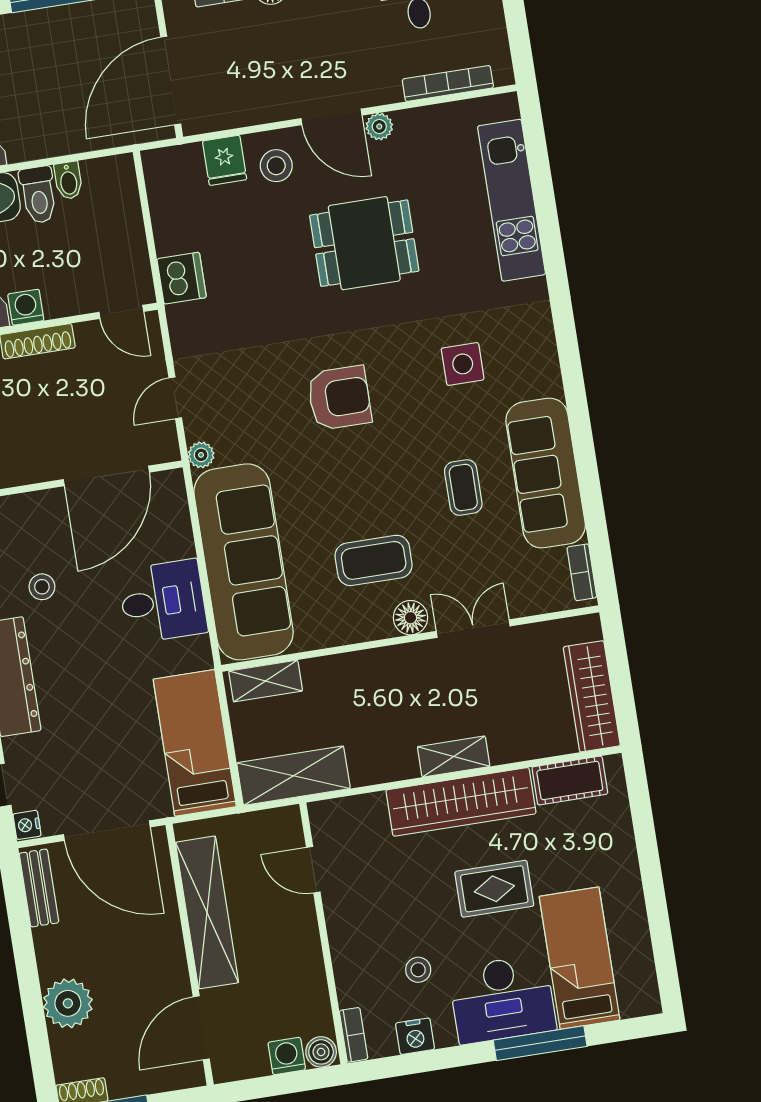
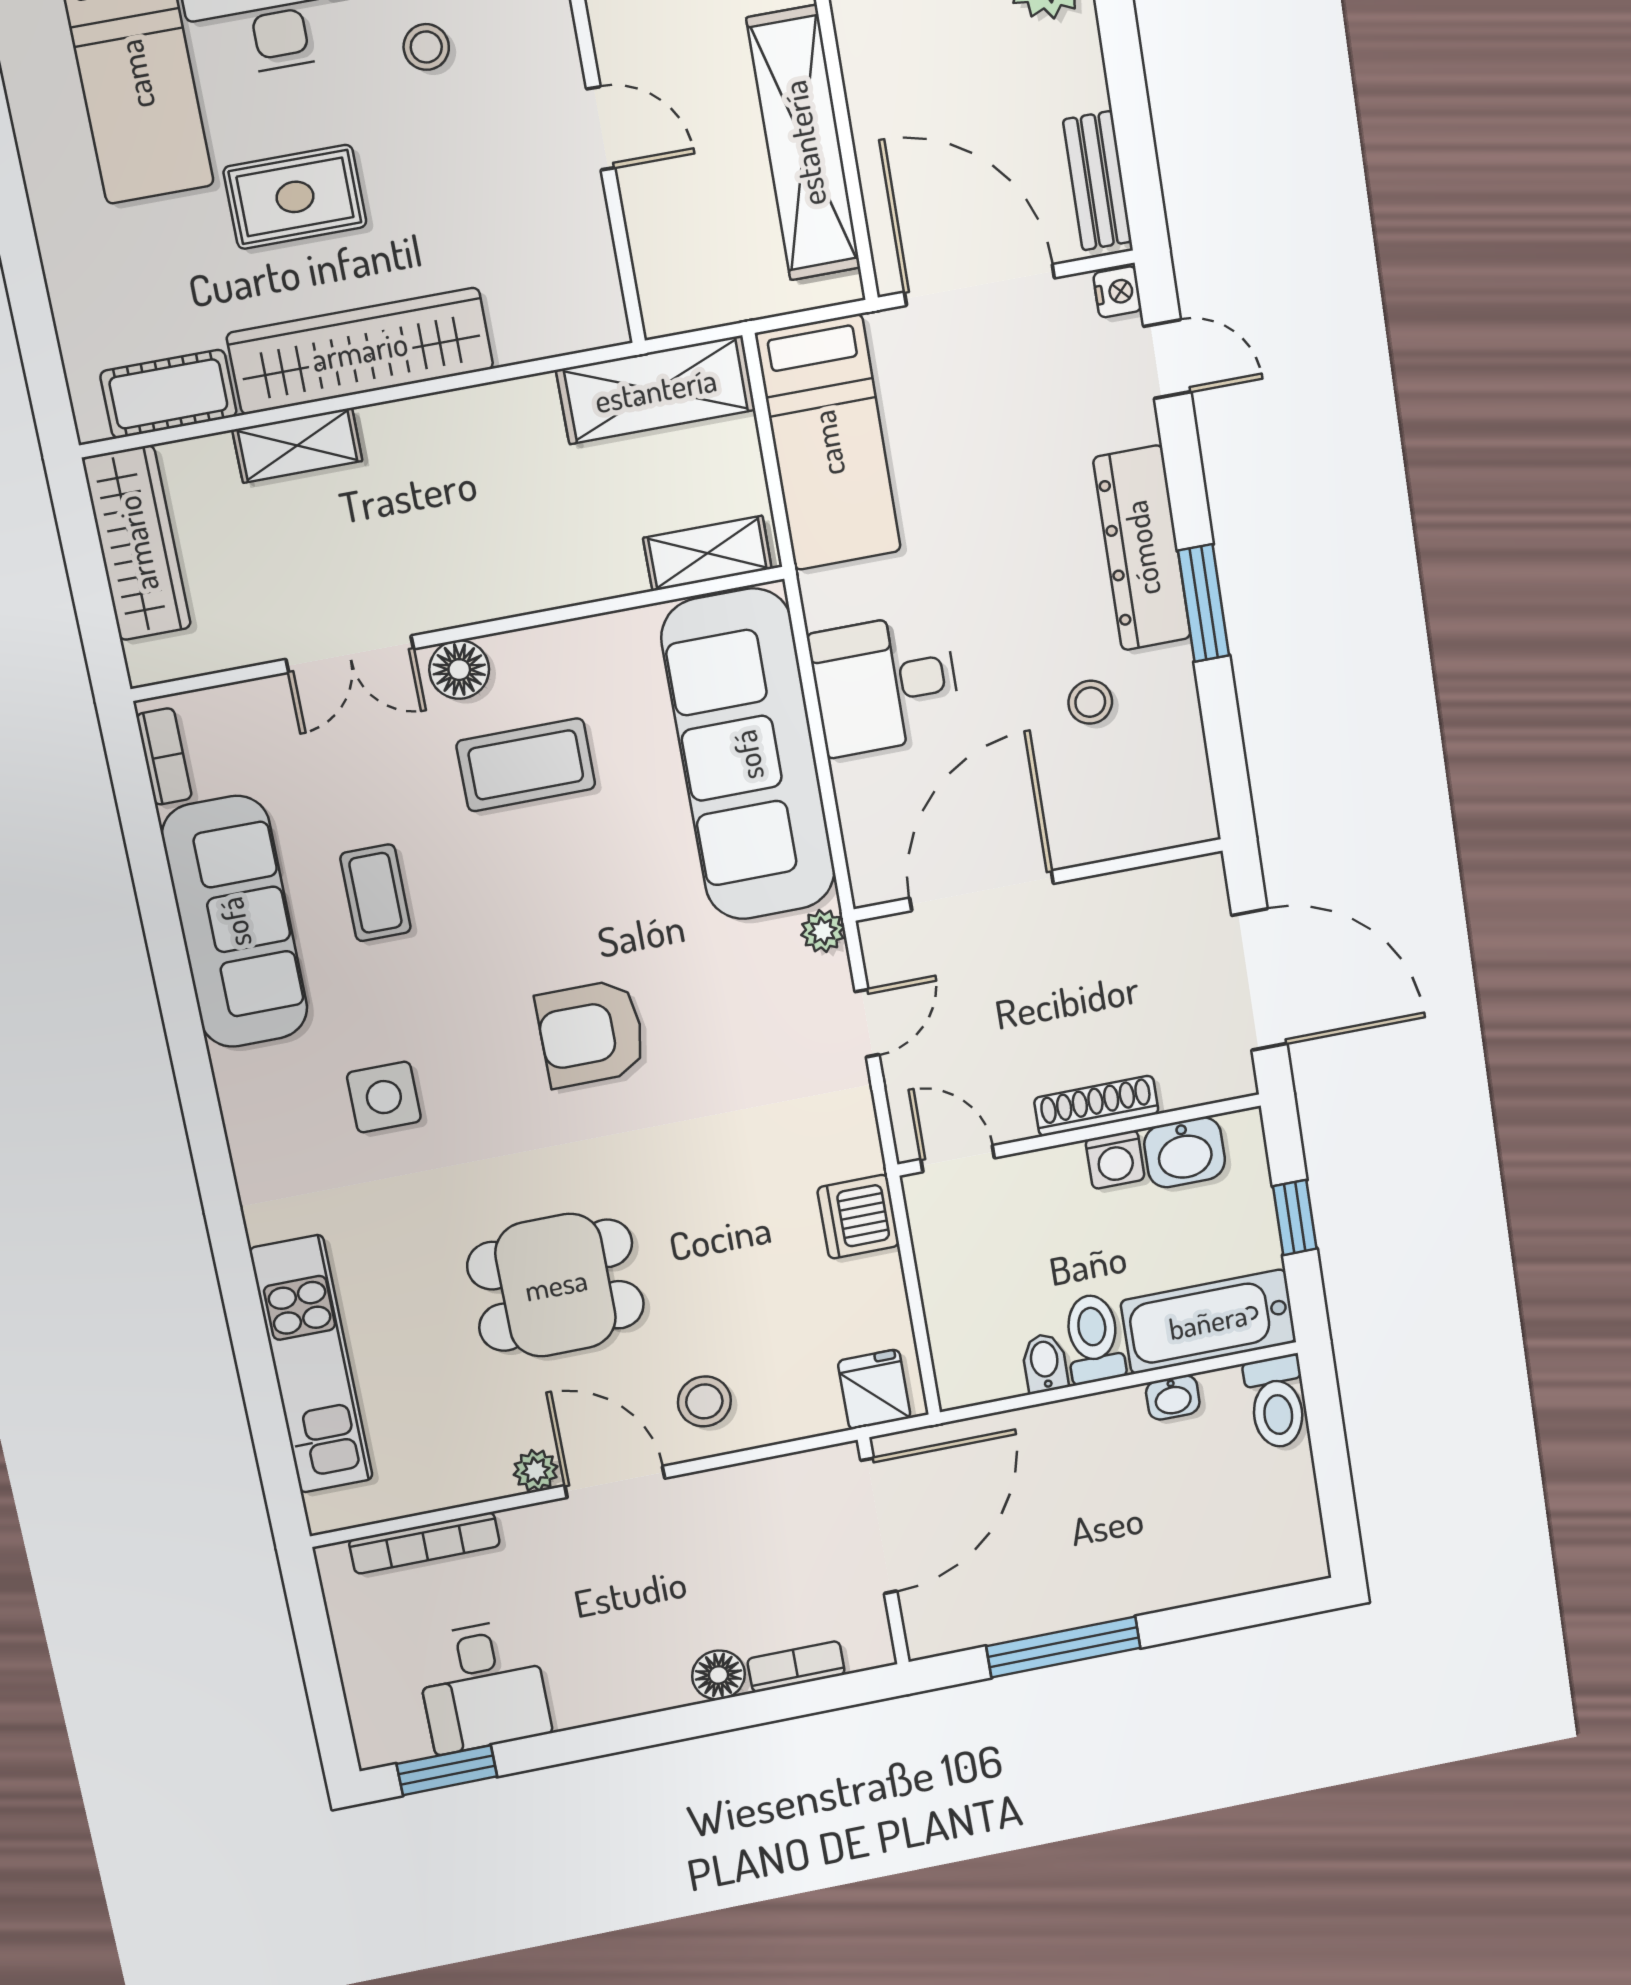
fridge: (225, 160) -> (874, 1389), moved
shelving: (454, 757) -> (297, 445), moved
door: (313, 870) -> (601, 128), moved

